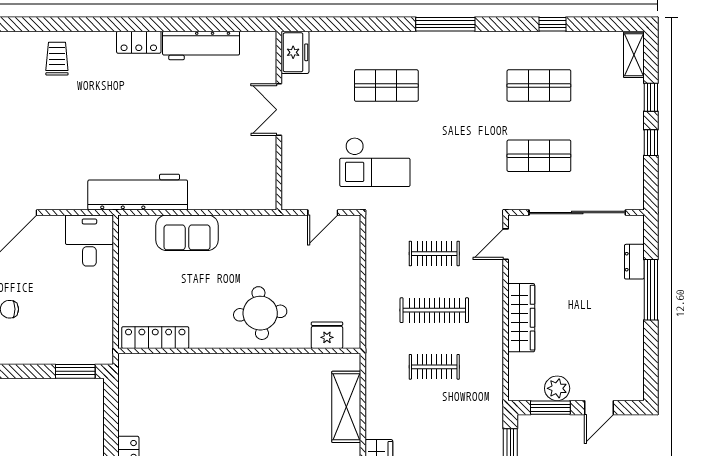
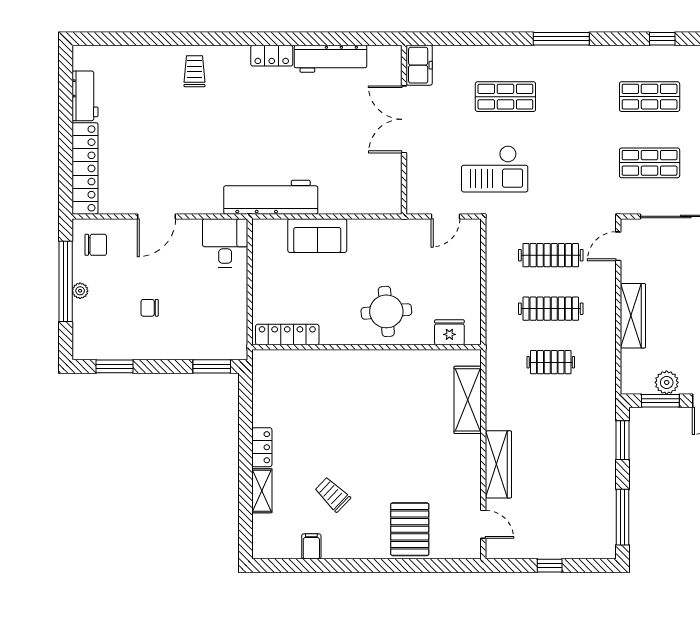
double door: (279, 110) -> (404, 119), width x1.37
clothes rail: (434, 254) -> (551, 255), width x1.36

